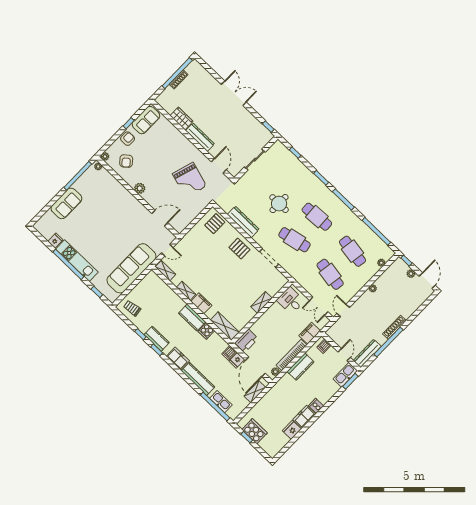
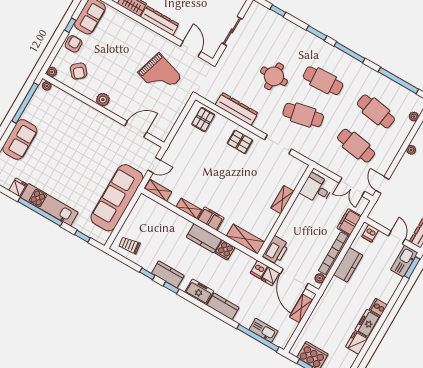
kitchen counter: (198, 379) -> (223, 306), width x0.67

